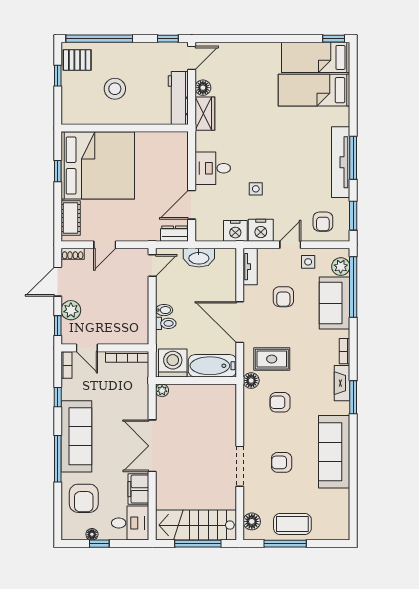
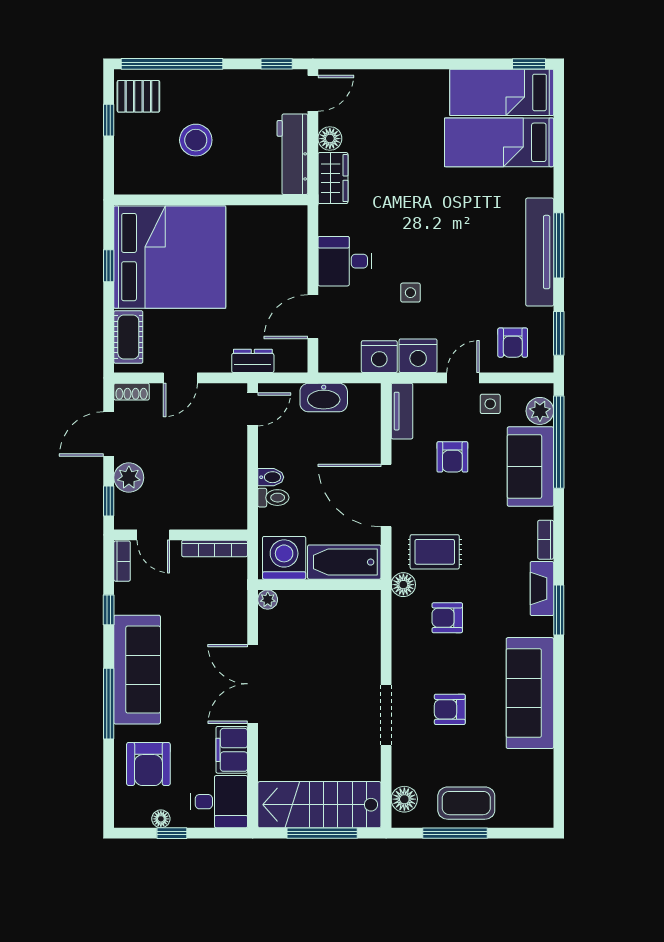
dresser: (174, 234) -> (253, 361), moved

